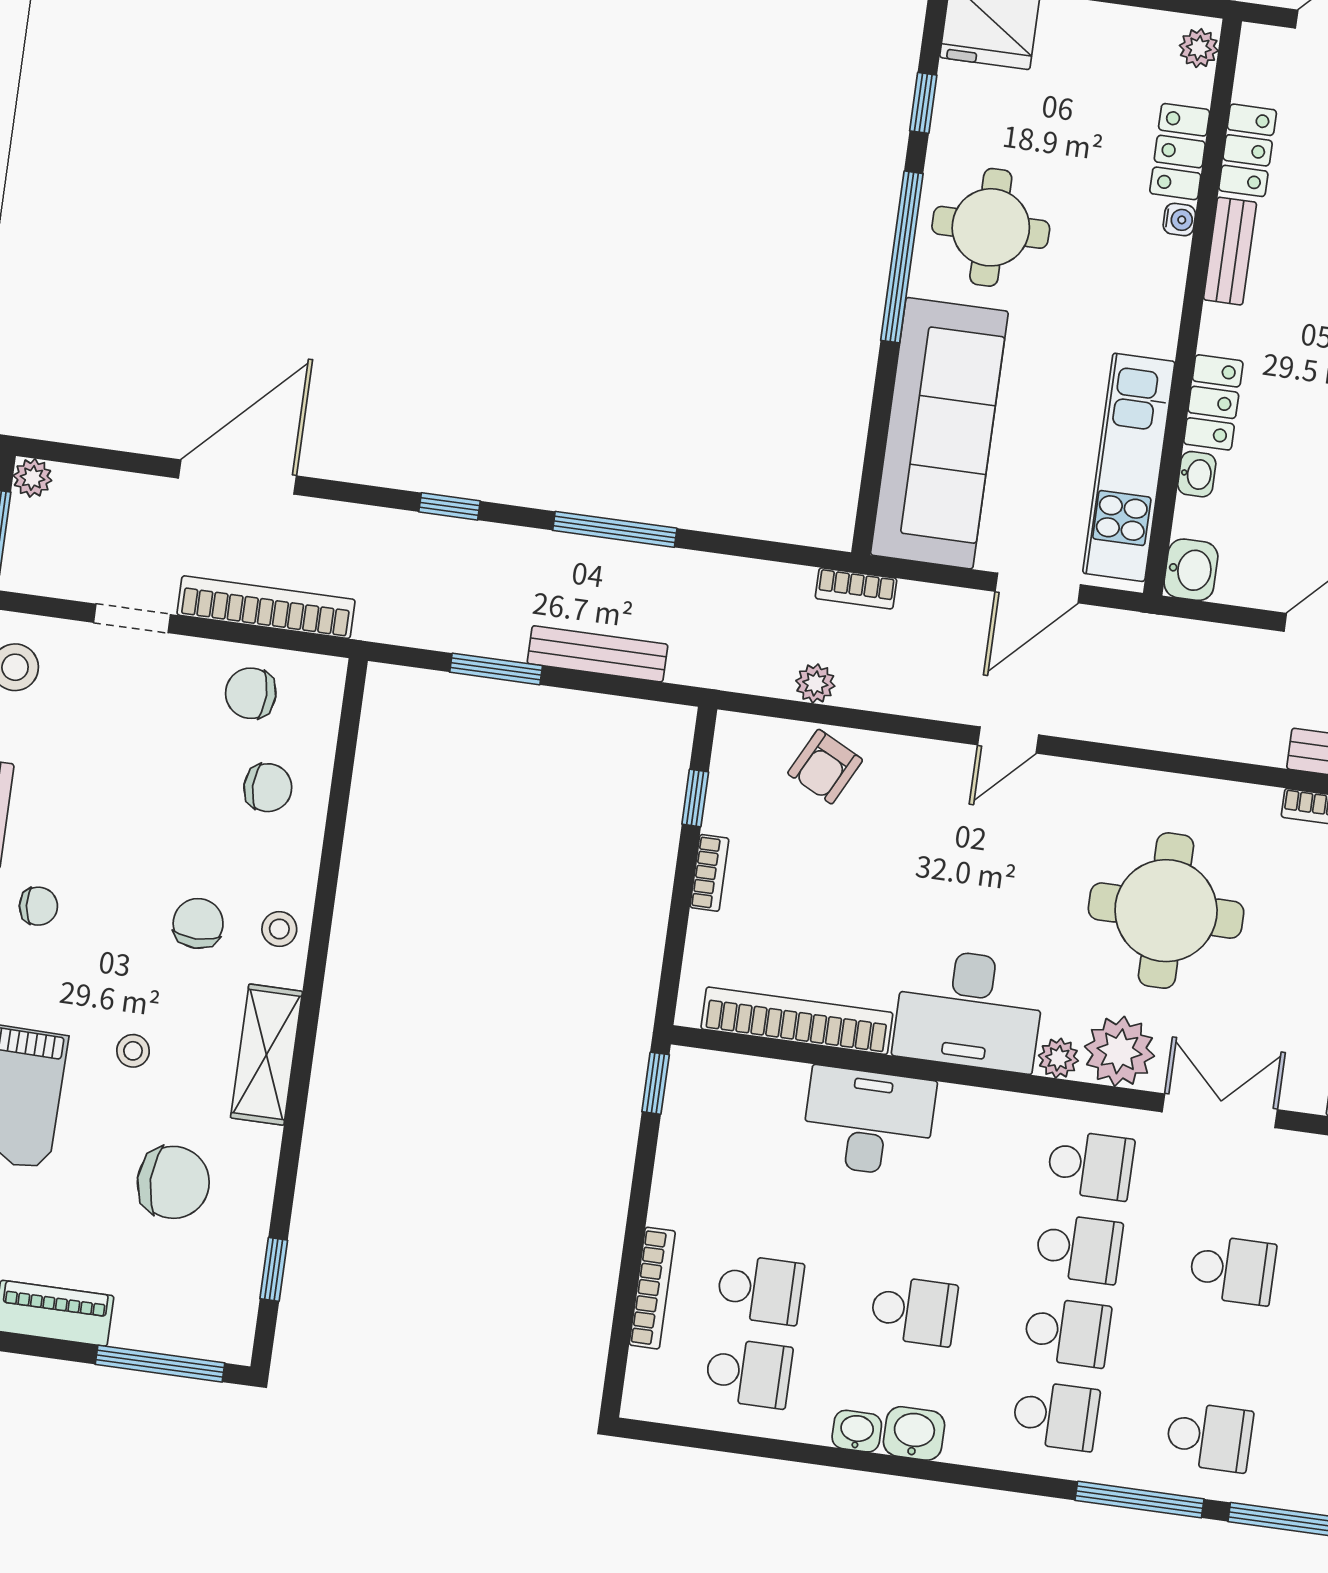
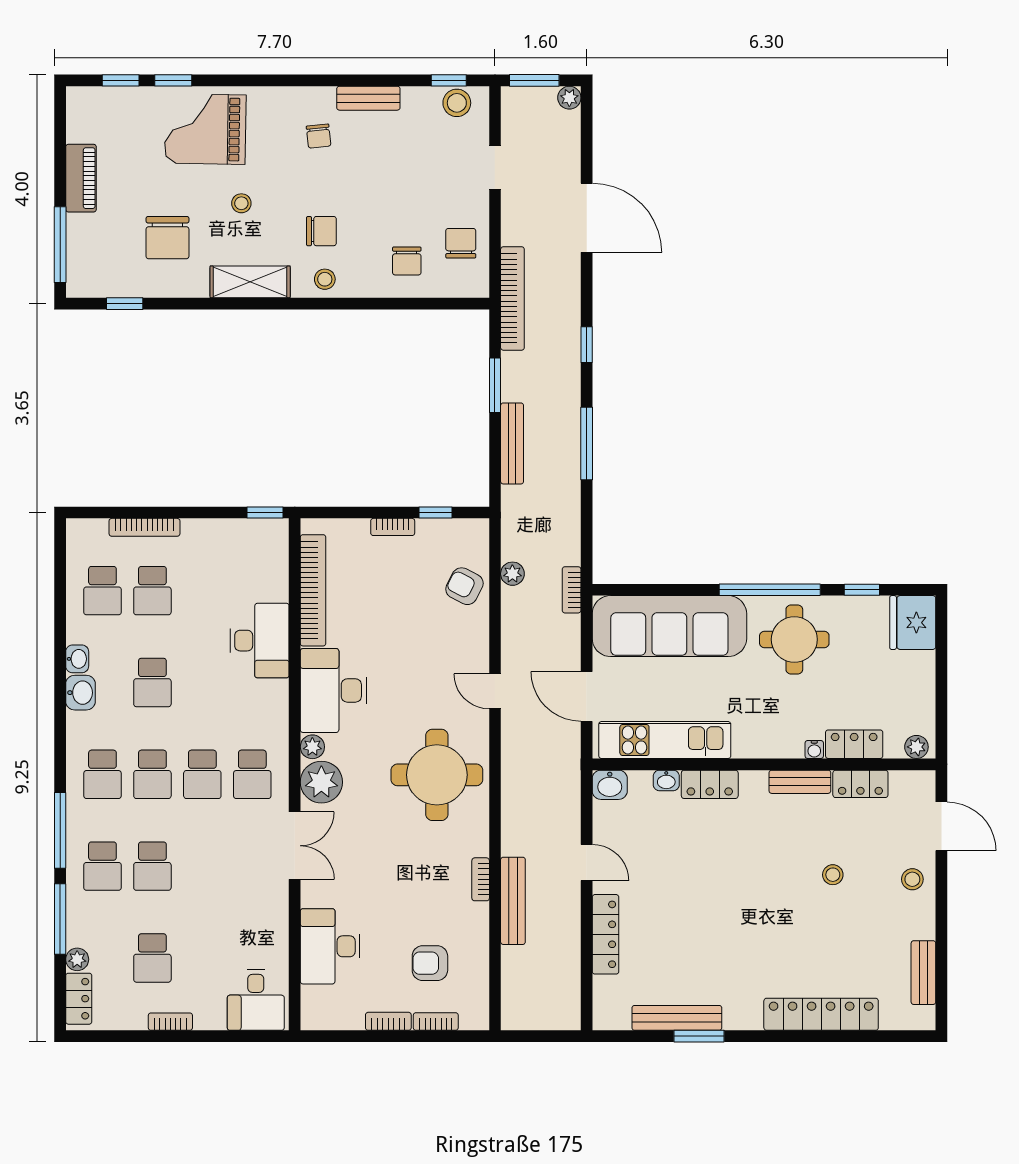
bookcase: (266, 607) -> (512, 298), moved
round table: (1166, 911) -> (437, 775), moved
school desk: (1232, 1270) -> (152, 866), moved

